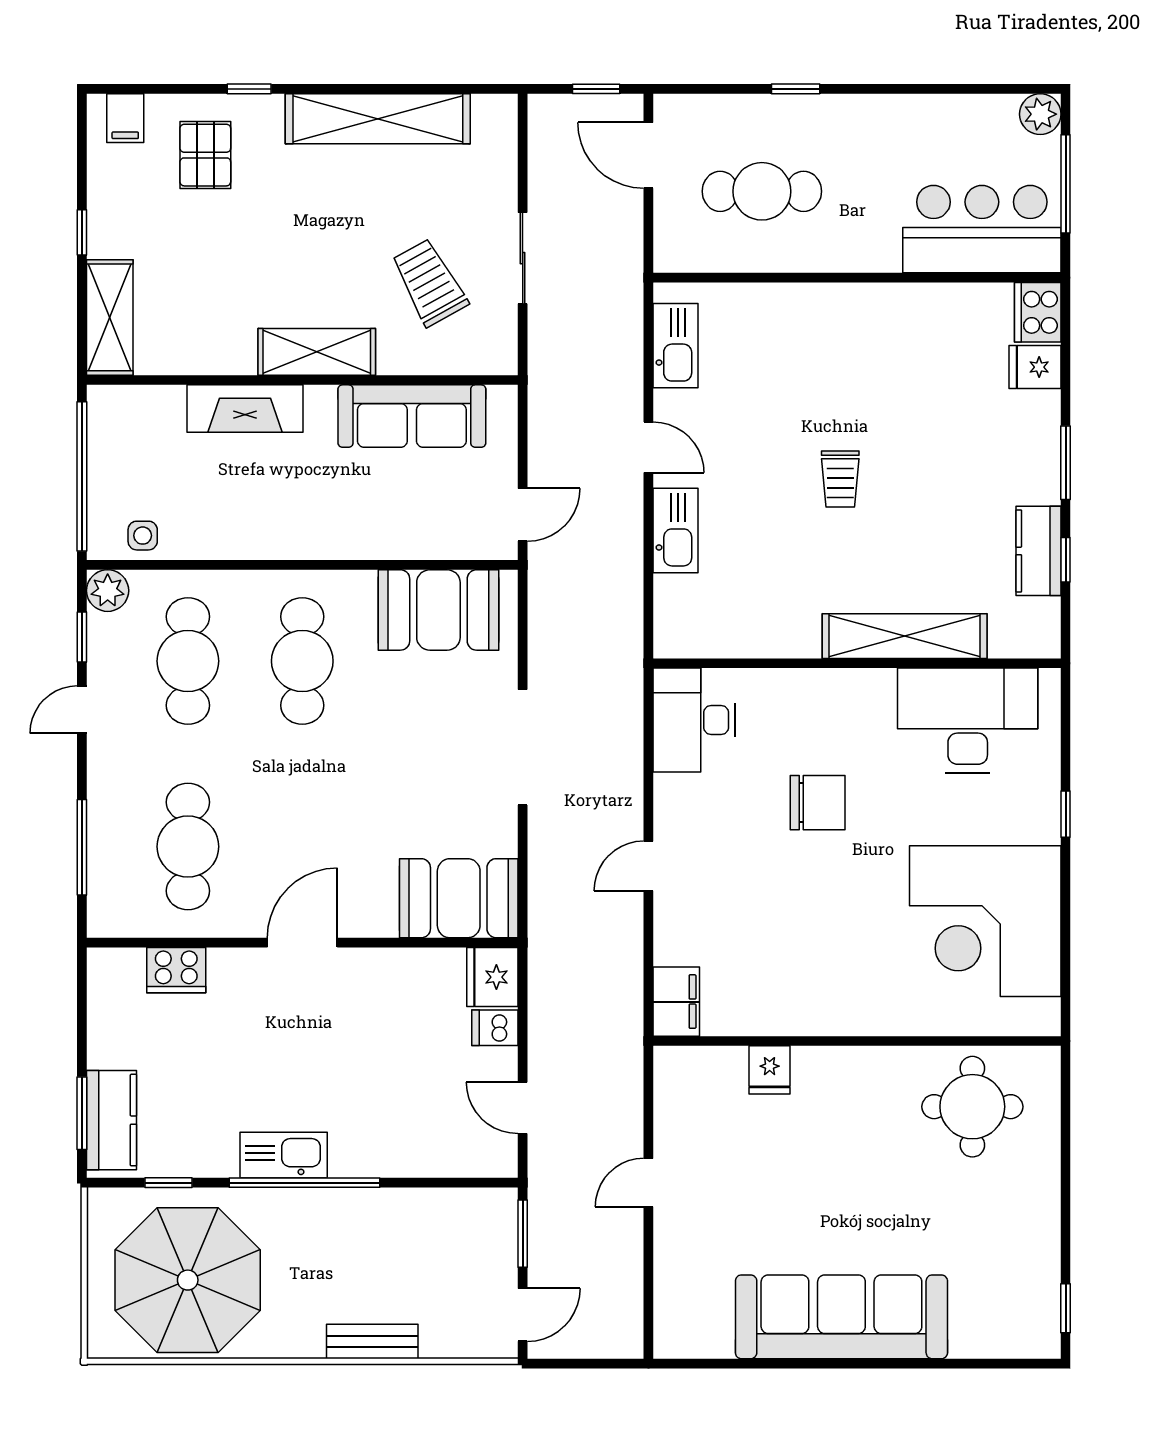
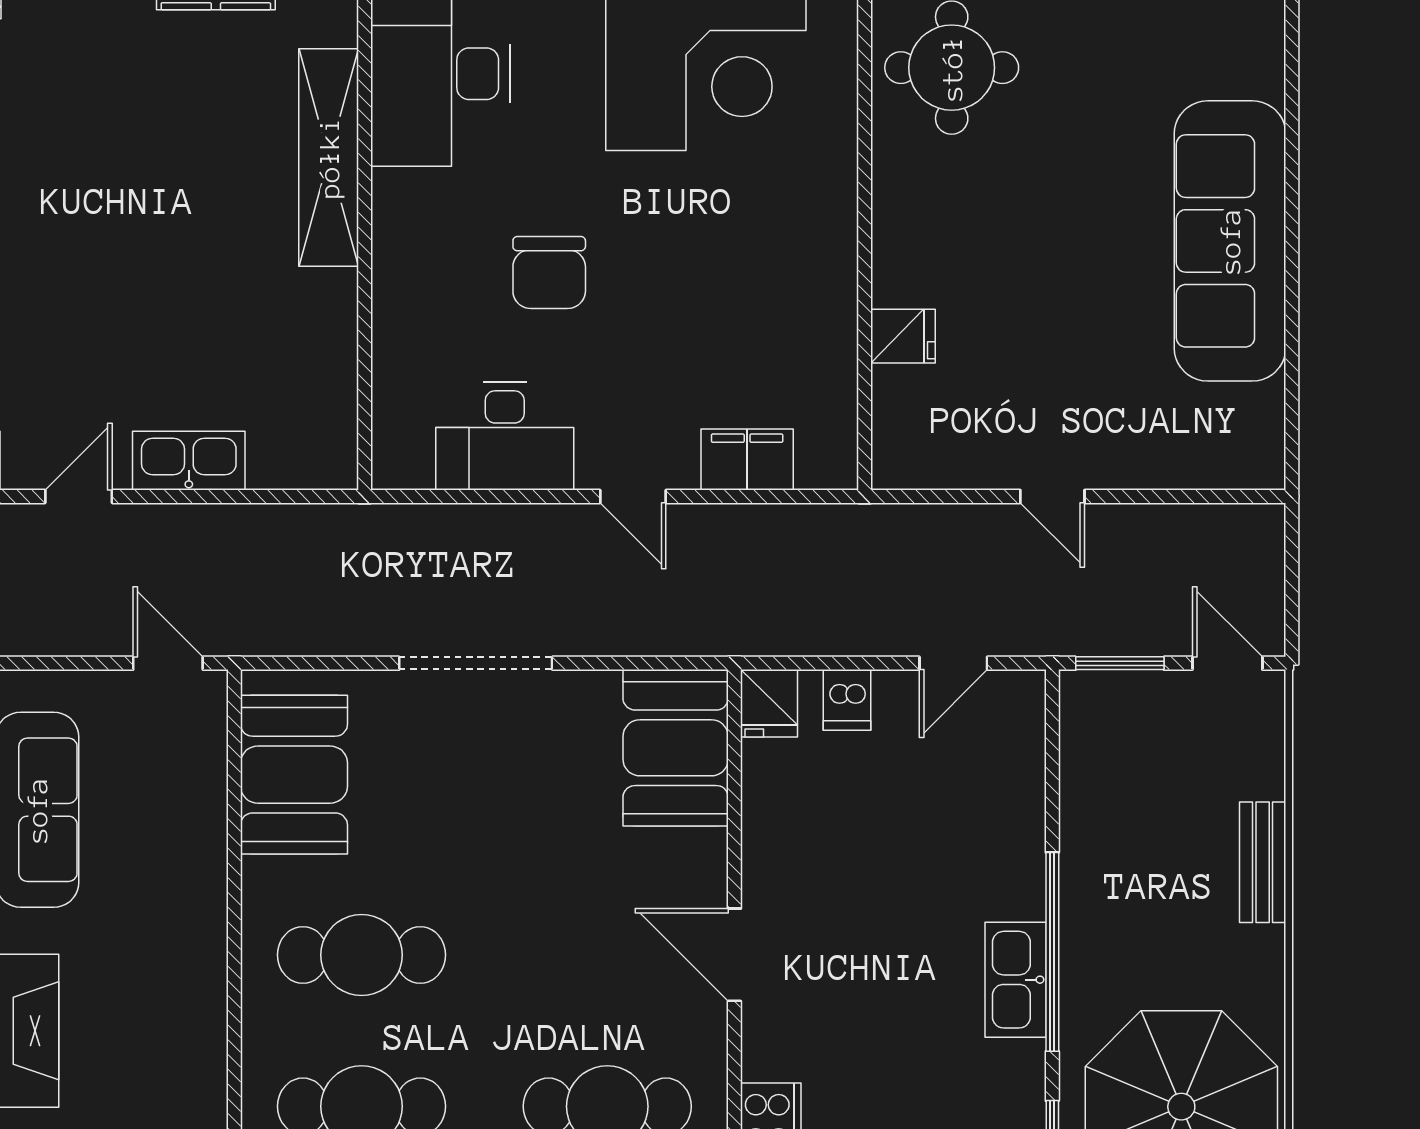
trolley: (840, 479) -> (121, 242), removed
desk: (694, 720) -> (505, 436), moved
chair: (818, 803) -> (549, 273), turned 180
fridge: (492, 977) -> (769, 703), width x0.72
filing cabinet: (676, 1002) -> (747, 460), moved

